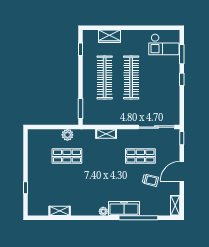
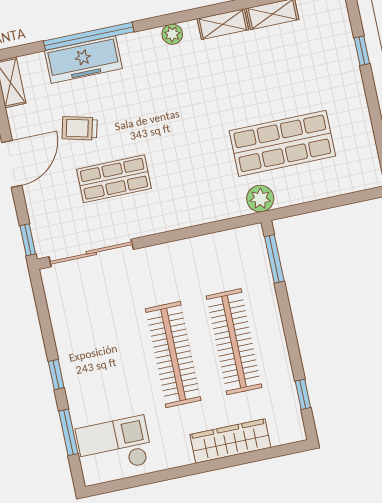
wardrobe: (109, 36) -> (230, 441), width x1.50
shelving: (106, 134) -> (223, 24), moved
plant: (67, 135) -> (260, 199), moved
shop shelf: (67, 156) -> (282, 143), width x1.43, depth x1.36
freezer: (124, 209) -> (83, 60), moved

